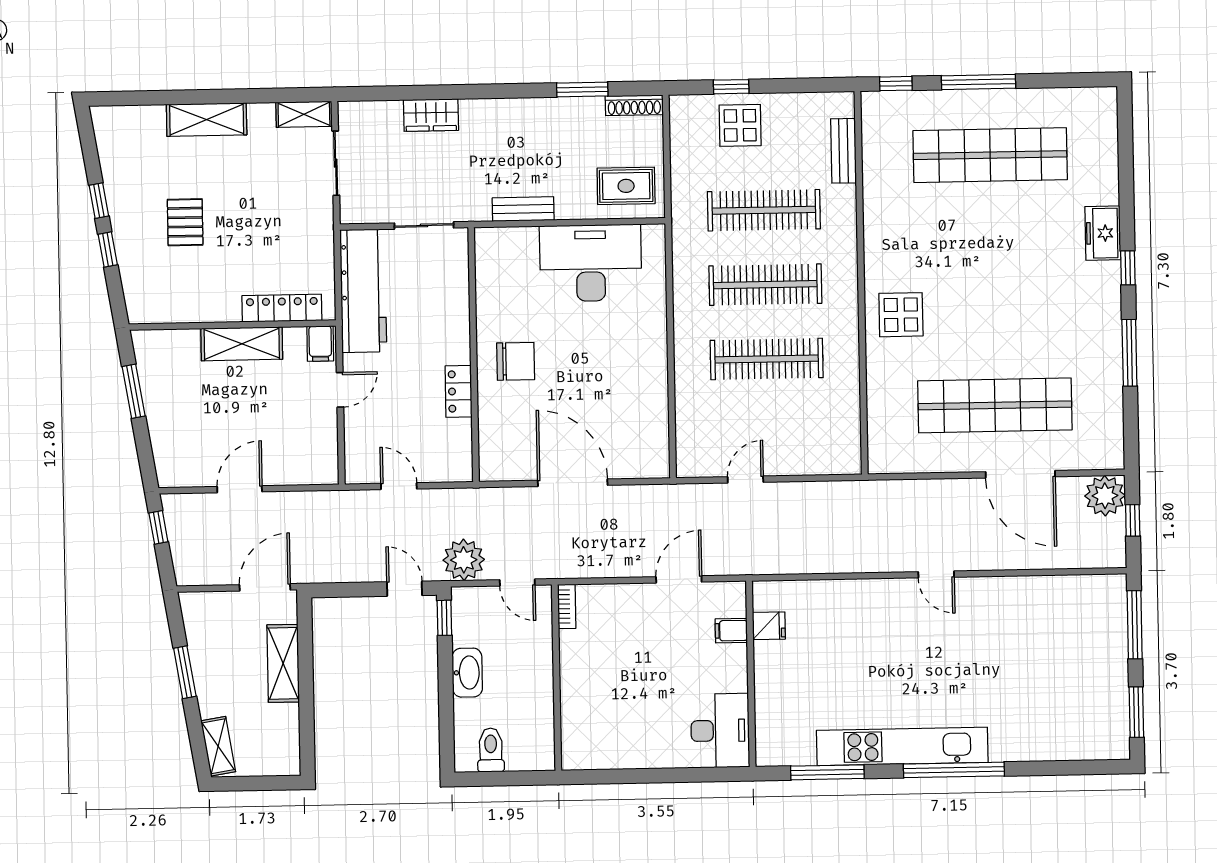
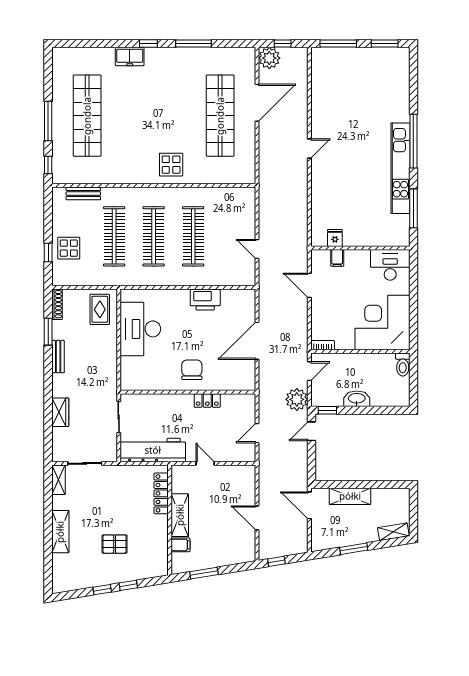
bench: (523, 209) -> (58, 357), moved
filing cabinet: (320, 344) -> (180, 545), moved
printer: (648, 384) -> (205, 299), added
corner desk: (611, 718) -> (382, 323), added
toilet: (491, 750) -> (403, 364), moved, turned -90

